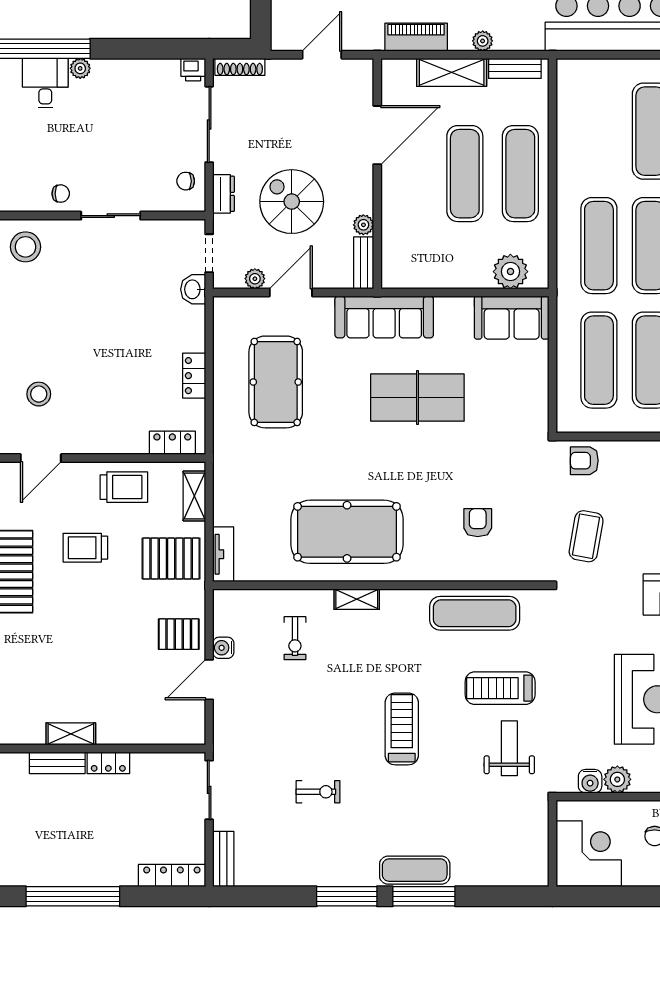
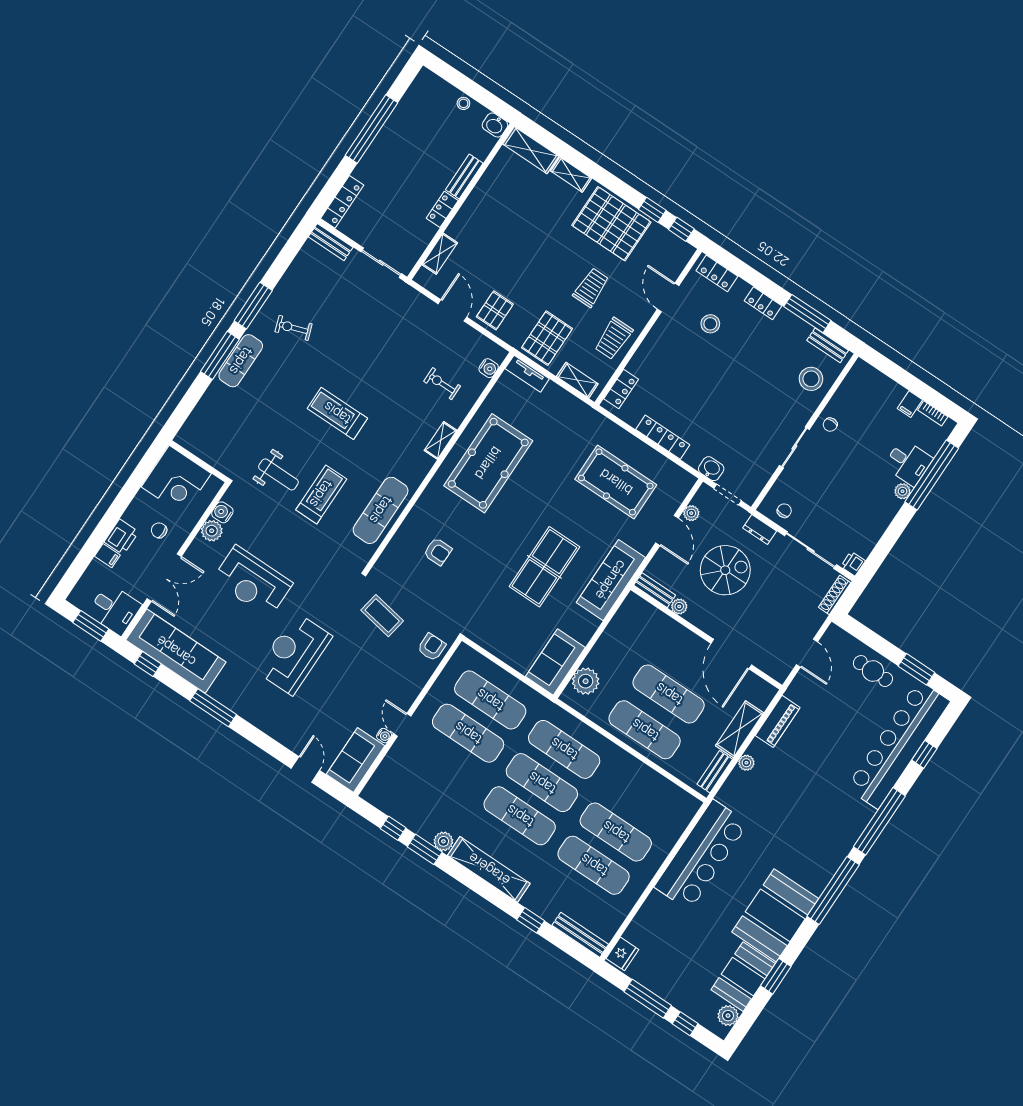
locker: (194, 376) -> (663, 437), width x1.53
water cooler: (223, 648) -> (489, 368), moved, turned 90
treadmill: (402, 729) -> (337, 413), turned 180
shelving: (71, 734) -> (440, 254), moved
exercise bike: (318, 792) -> (294, 328), moved, turned 71

